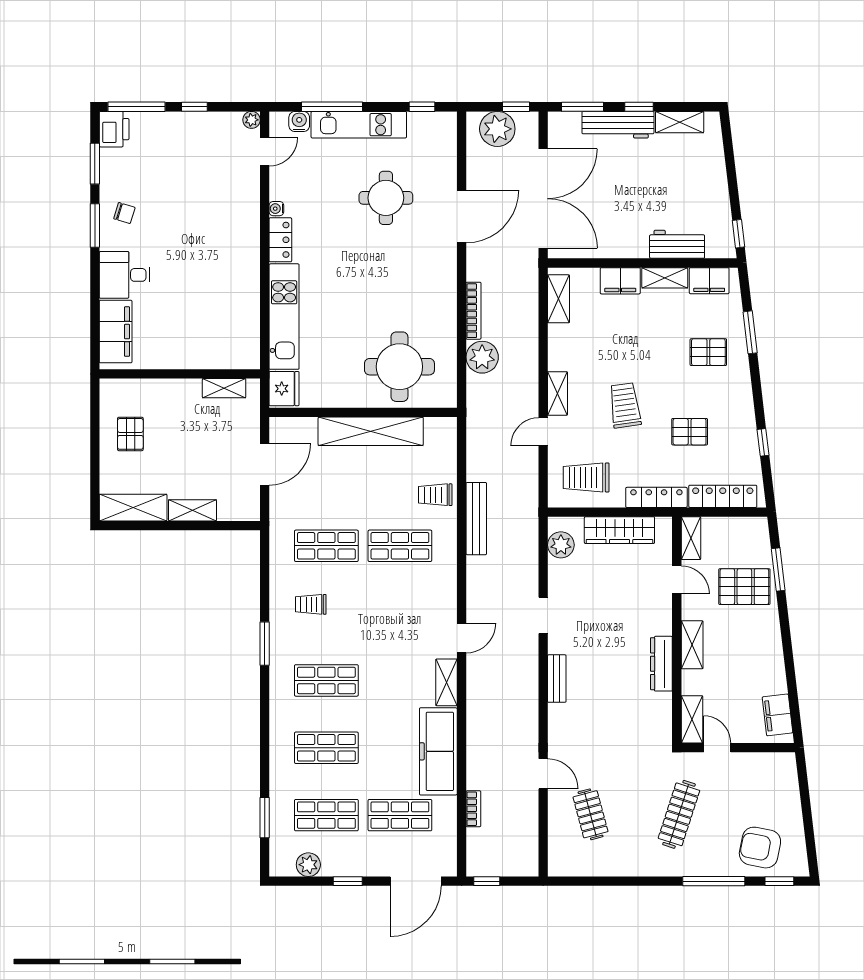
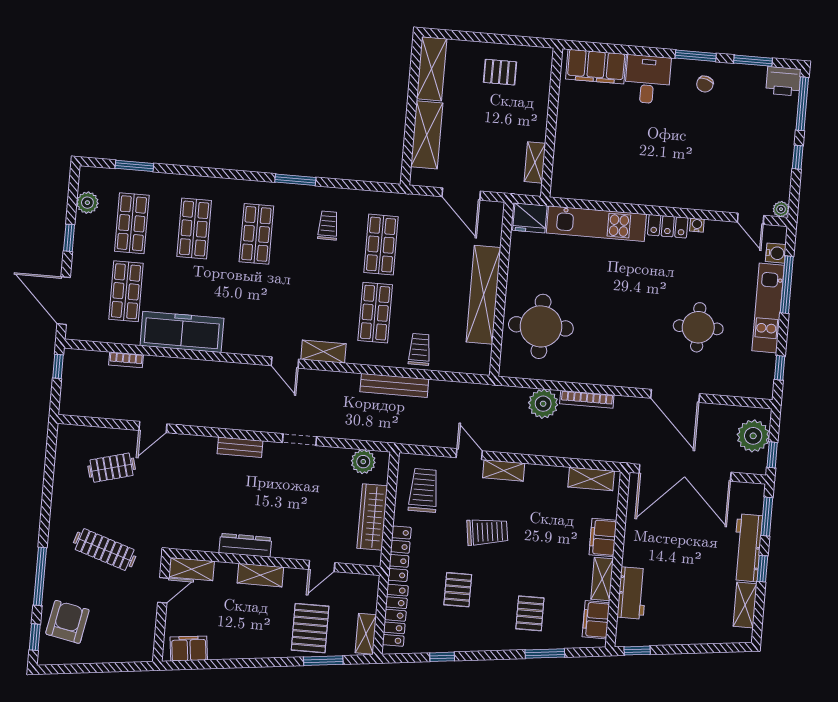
shelving: (192, 510) -> (427, 135), width x1.50, depth x1.33
shelving: (691, 538) -> (366, 634), moved, turned 90
shelving: (447, 682) -> (323, 352), moved

